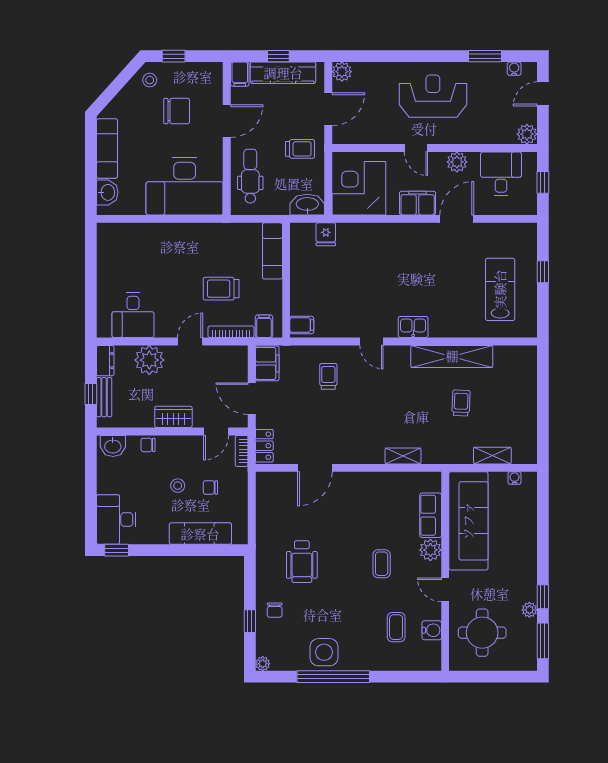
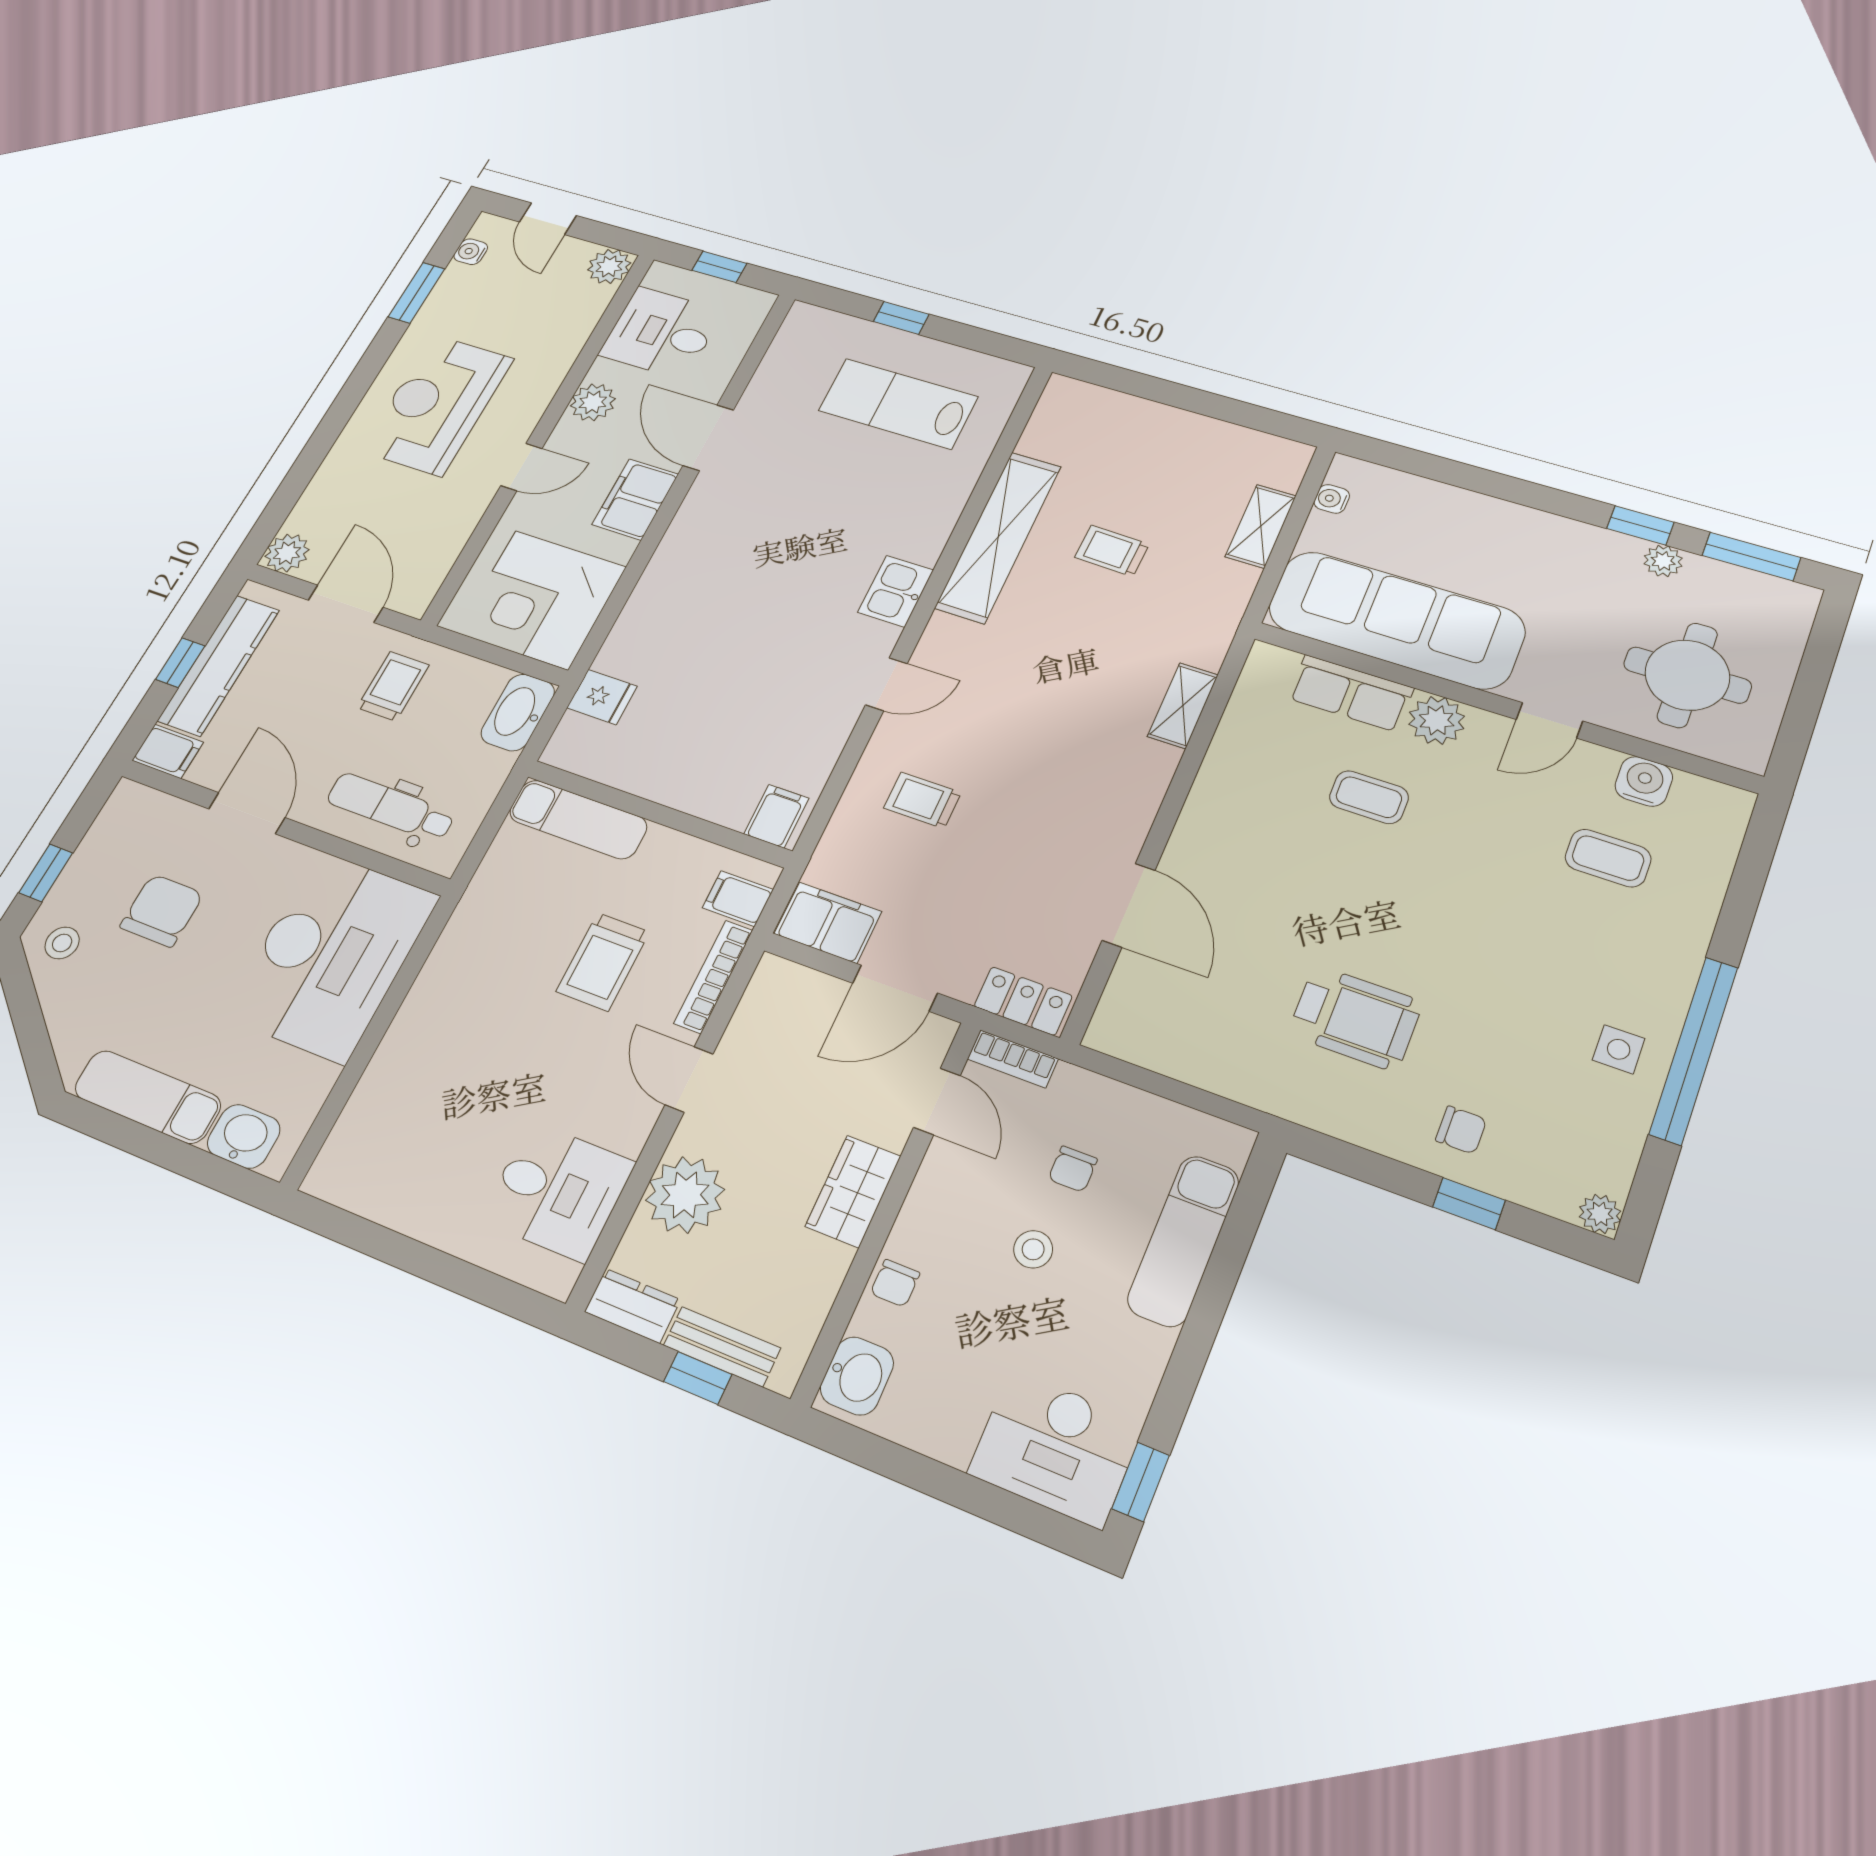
coffee table: (382, 564) -> (1369, 797), moved
side table: (324, 652) -> (1619, 1049), width x0.54, depth x0.54

